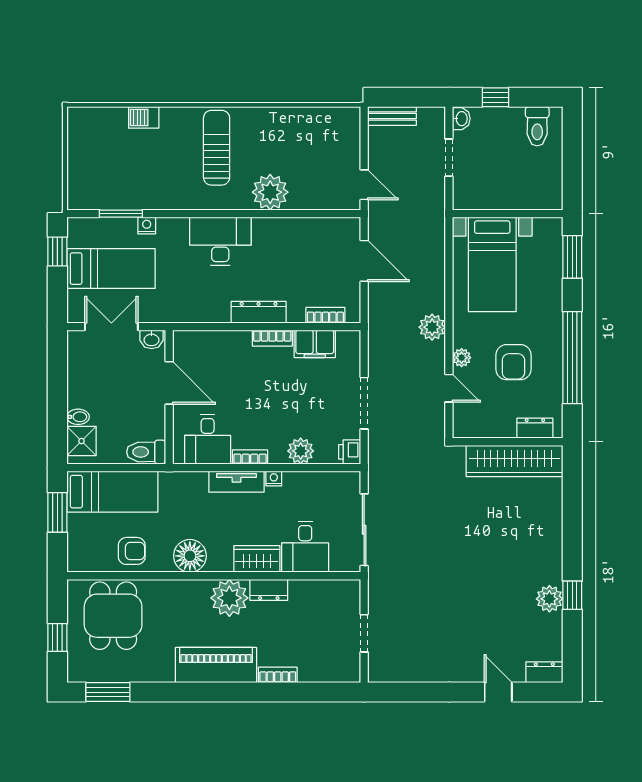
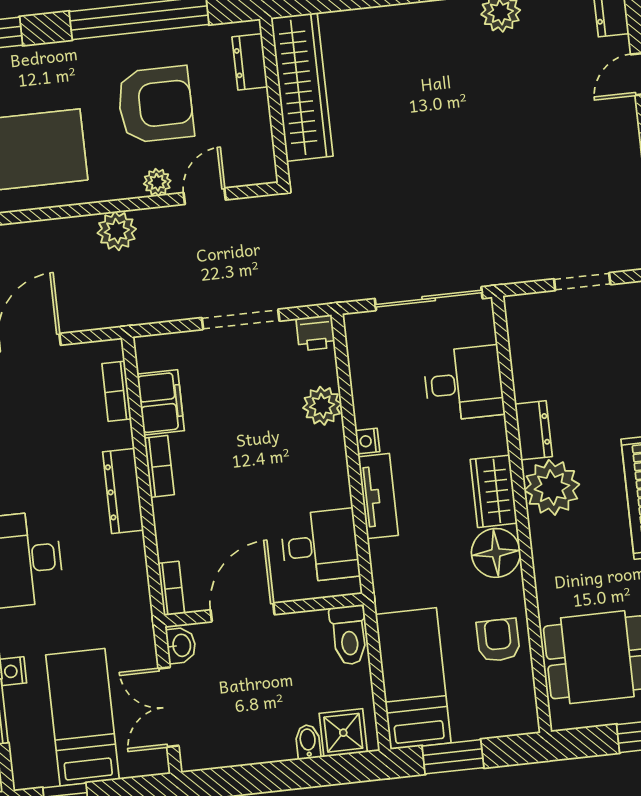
armchair: (513, 362) -> (155, 104), width x1.36, depth x1.36
bookcase: (250, 457) -> (171, 588), moved, turned 180
wardrobe: (257, 559) -> (494, 491), moved

